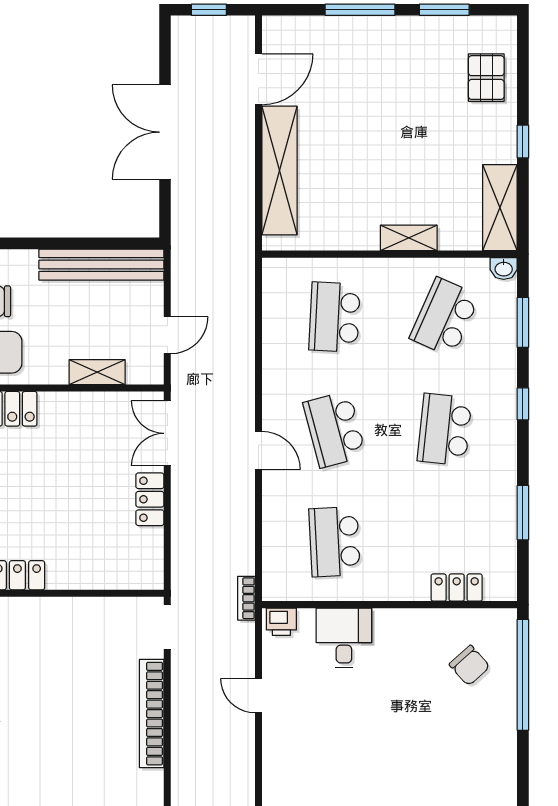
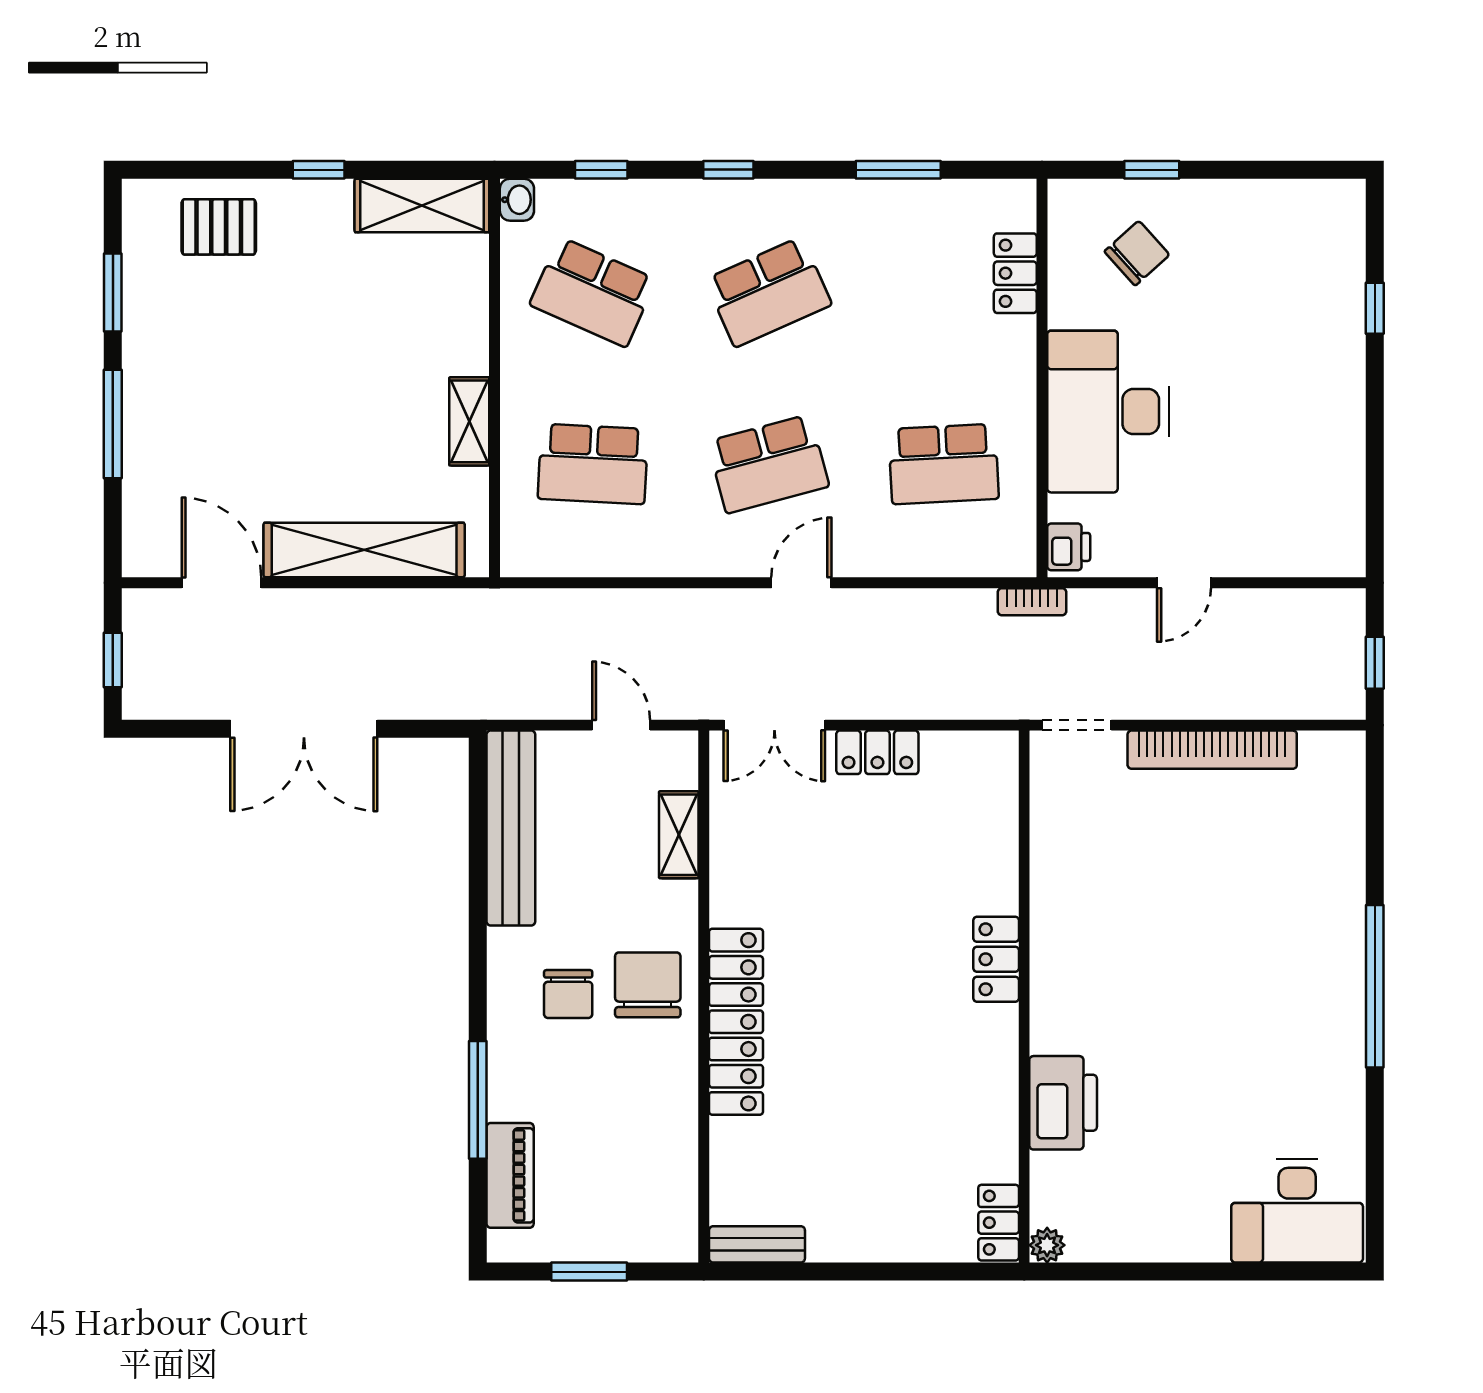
shelving: (409, 238) -> (469, 421), moved
window: (523, 322) -> (601, 170), width x0.67
school desk: (445, 429) -> (768, 292), turned -30
desk: (344, 638) -> (1108, 412), width x1.87, depth x1.30
window: (523, 675) -> (1152, 170), width x0.32

